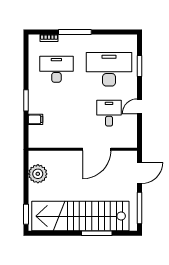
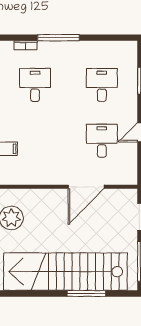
desk: (56, 69) -> (35, 85), width x0.73
desk: (109, 69) -> (102, 85), width x0.53, depth x0.77

